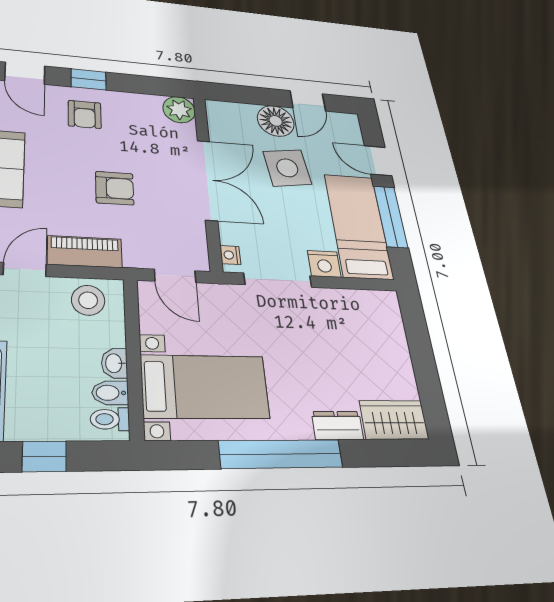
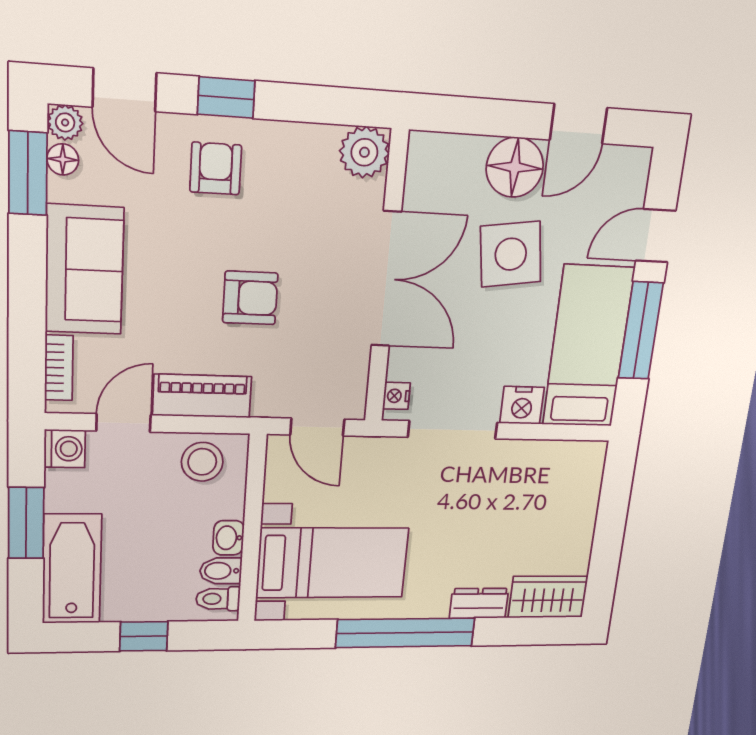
armchair: (85, 114) -> (216, 169), turned 180
door: (378, 161) -> (656, 236), hinge flipped

